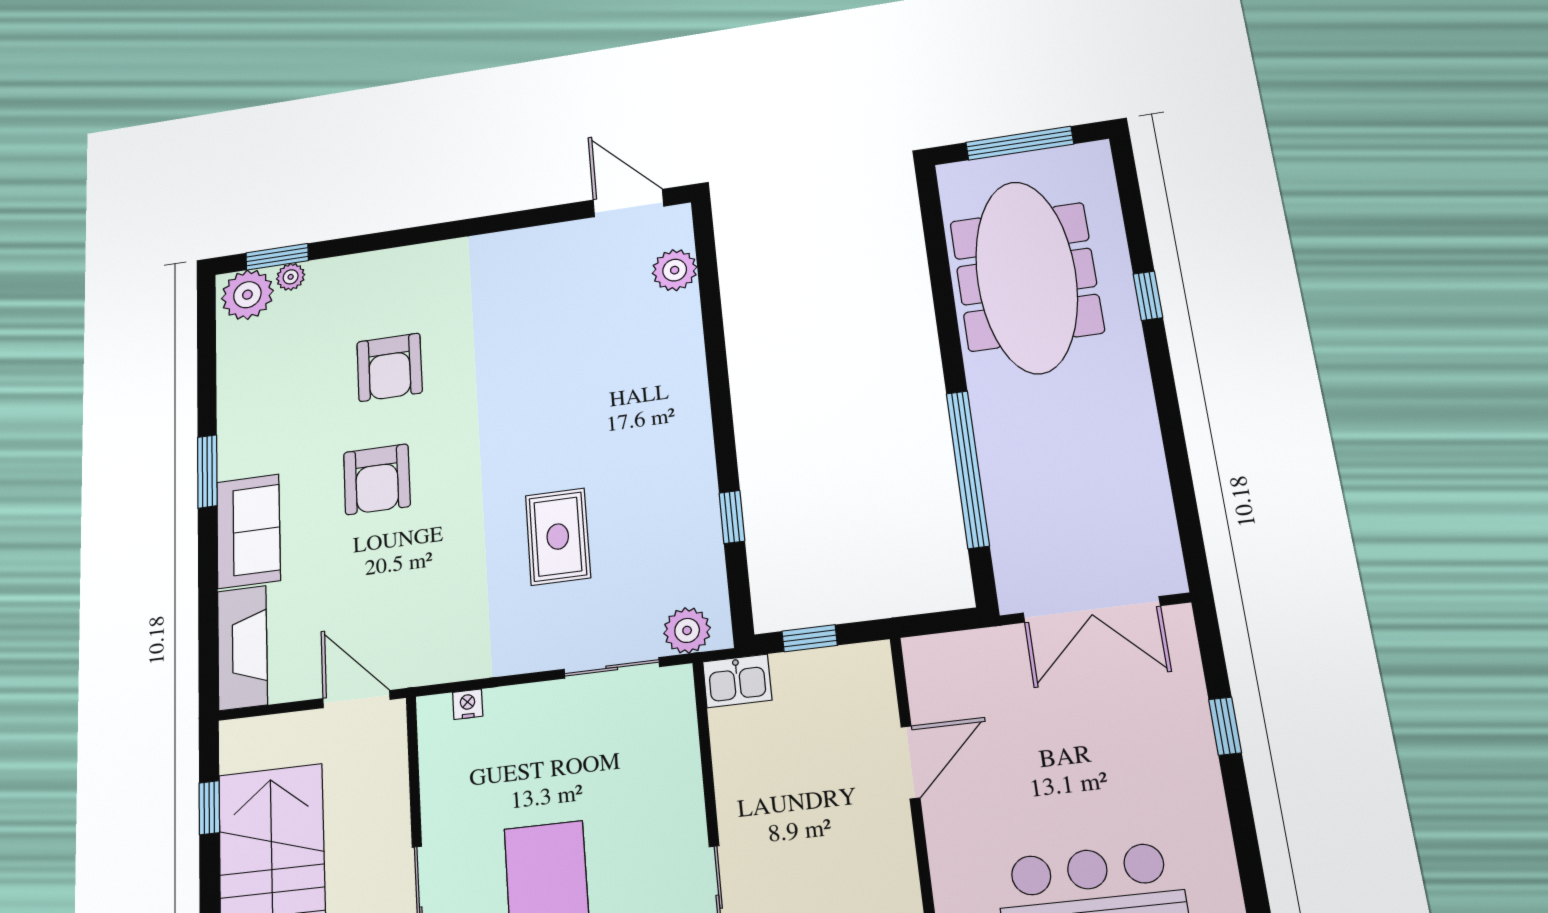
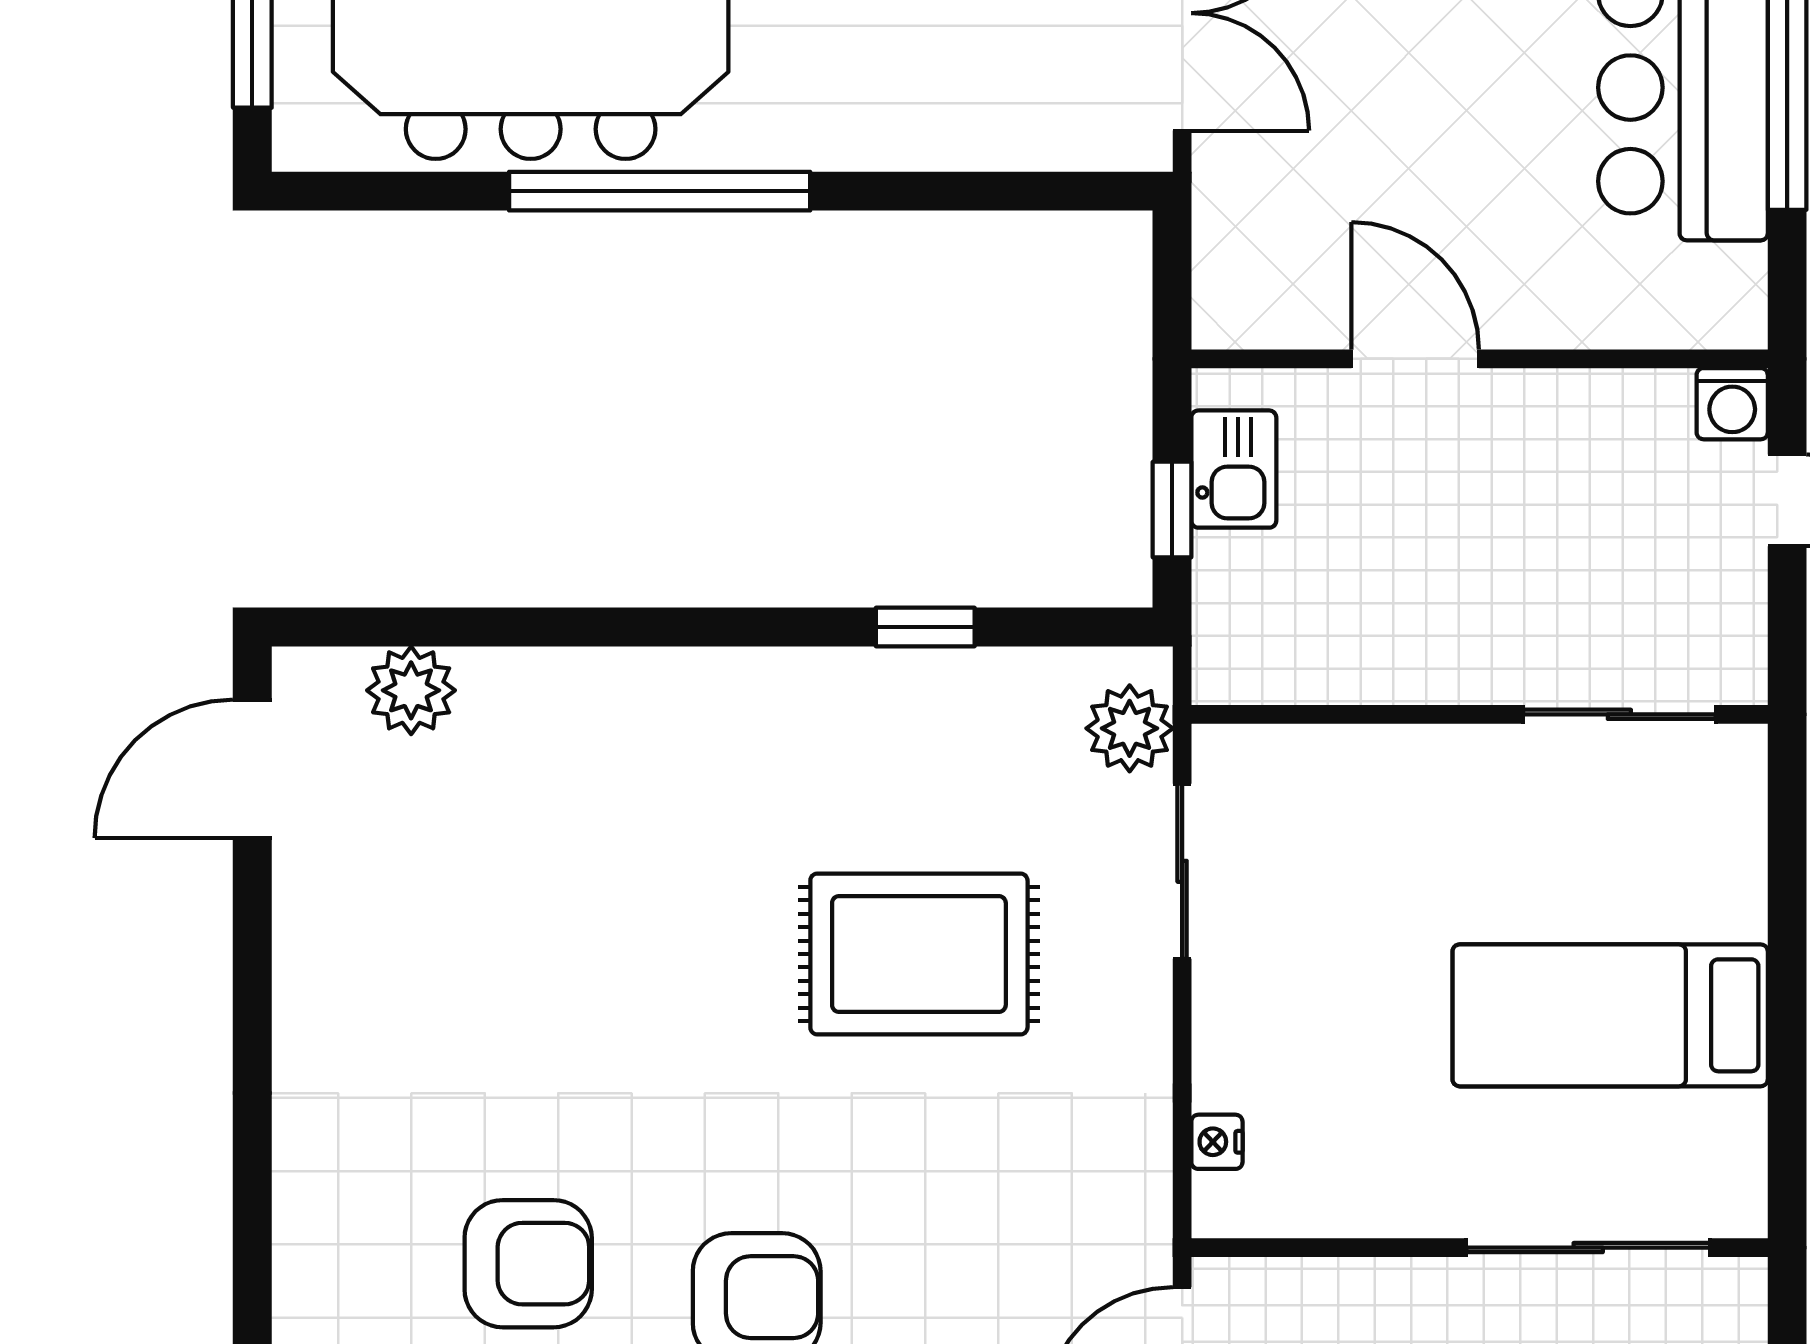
window: (968, 469) -> (660, 191), moved
rug: (558, 537) -> (919, 954), width x1.36, depth x1.43
kitchen sink: (737, 681) -> (1234, 469), moved

